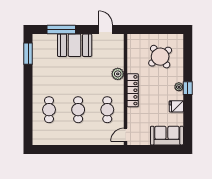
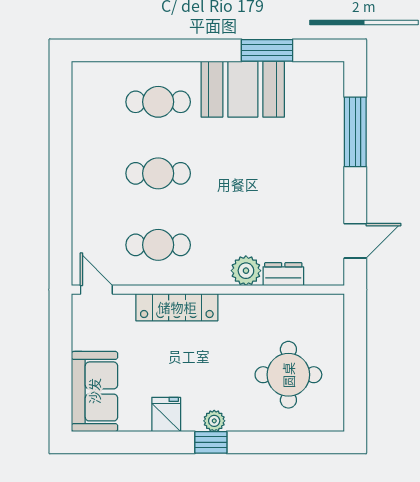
booth: (75, 45) -> (243, 89), moved, turned 90
window: (28, 54) -> (267, 50), moved
round table: (160, 57) -> (288, 375), turned 38
dresser: (119, 59) -> (283, 274), added
locker: (133, 90) -> (177, 307), moved

